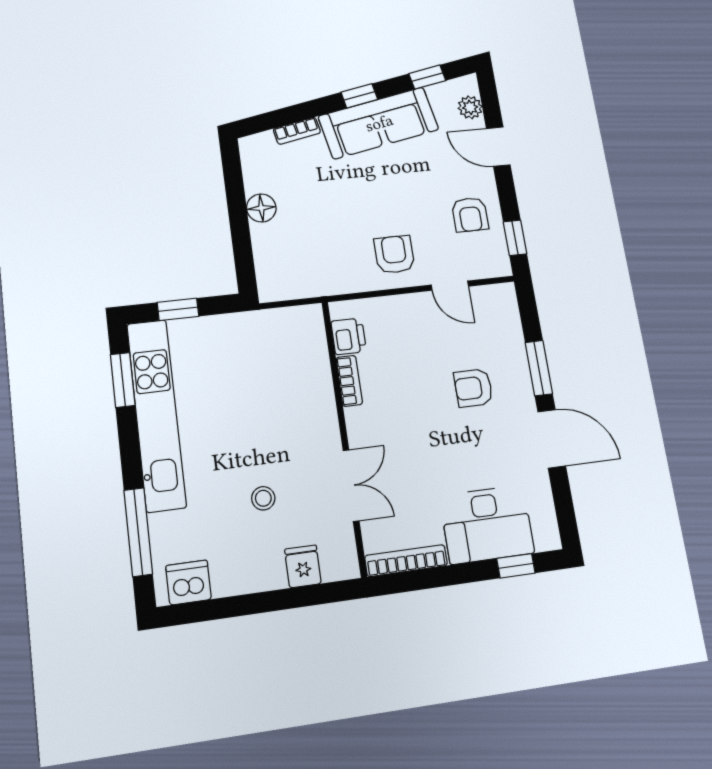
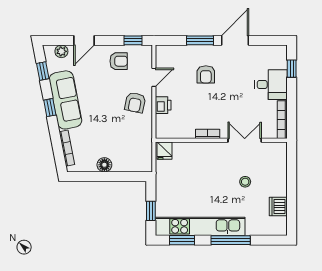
bookcase: (297, 131) -> (67, 148), width x1.56
armchair: (394, 255) -> (135, 103), turned -78
printer: (349, 336) -> (163, 105), moved, turned 90
bookcase: (349, 381) -> (208, 134), moved
desk: (487, 524) -> (271, 85), width x0.73
window: (138, 532) -> (231, 240), moved
fridge: (303, 566) -> (164, 151), moved, turned -90
dishwasher: (189, 582) -> (278, 206), moved

